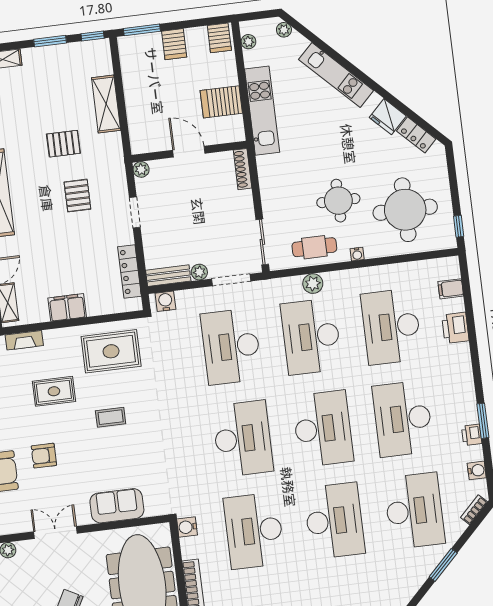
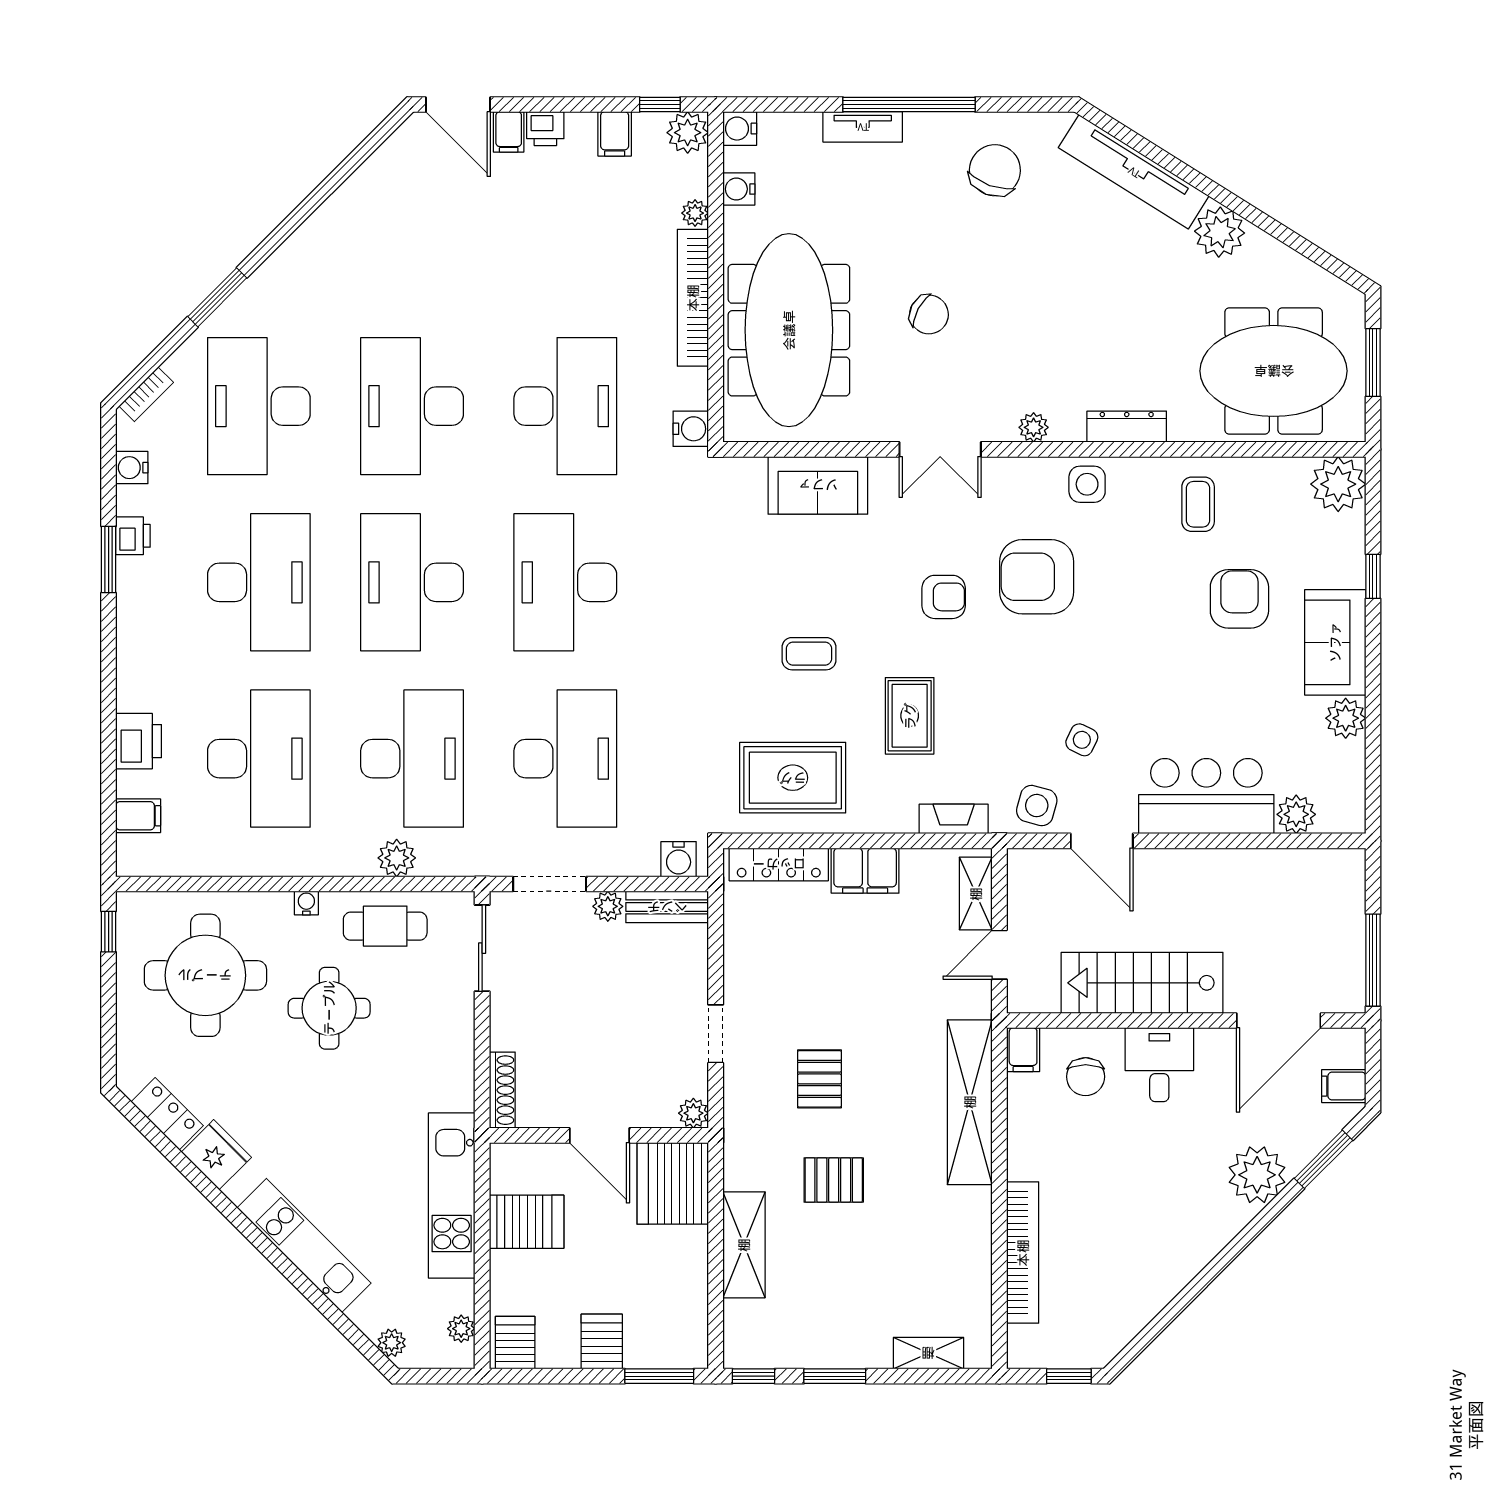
server rack: (147, 131) -> (673, 1183), added
locker: (129, 271) -> (779, 864), moved, turned 90
rug: (54, 391) -> (910, 716), turned 90

